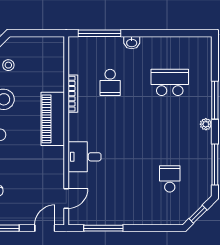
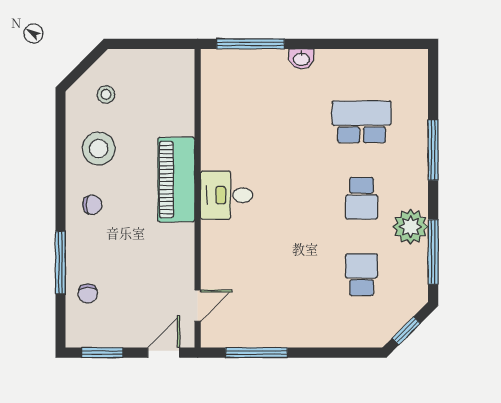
school desk: (110, 82) -> (362, 198), moved
bookcase: (73, 94) -> (208, 140), removed
plant: (206, 124) -> (410, 227), moved, width x1.88, depth x1.88
desk: (84, 157) -> (227, 195), moved

